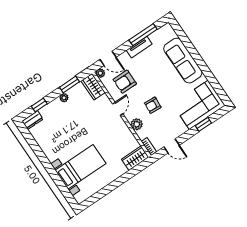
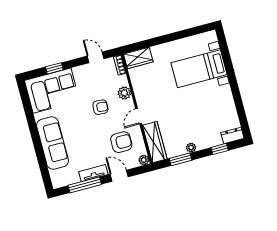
door: (108, 58) -> (119, 176), moved
wardrobe: (93, 87) -> (155, 142), width x1.50

